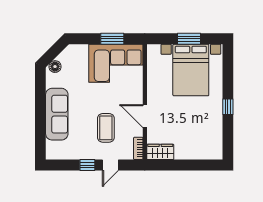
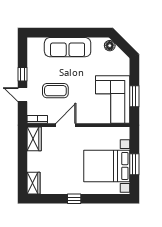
wardrobe: (210, 153) -> (34, 183), added

